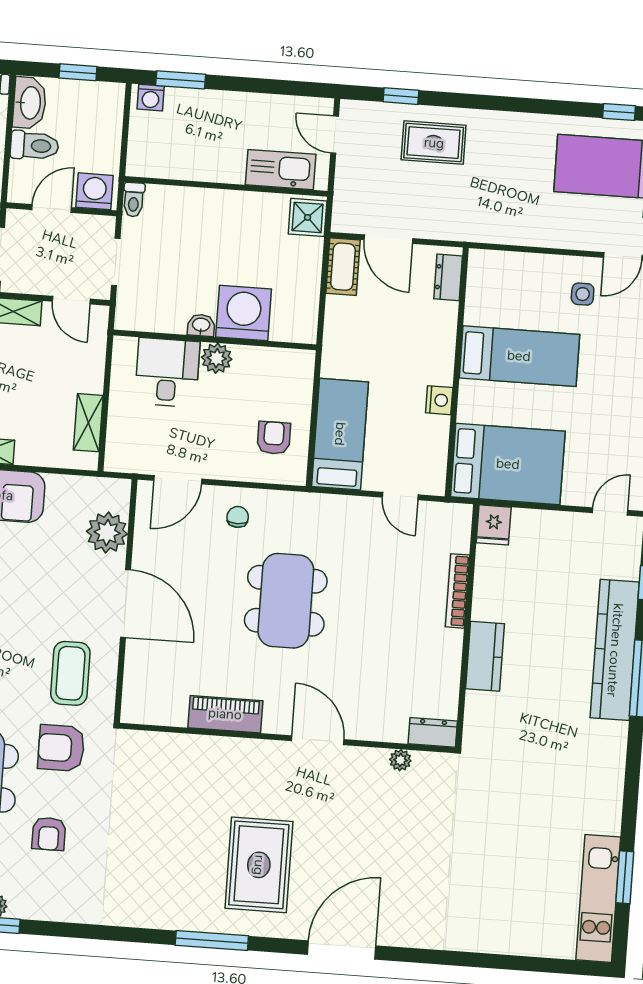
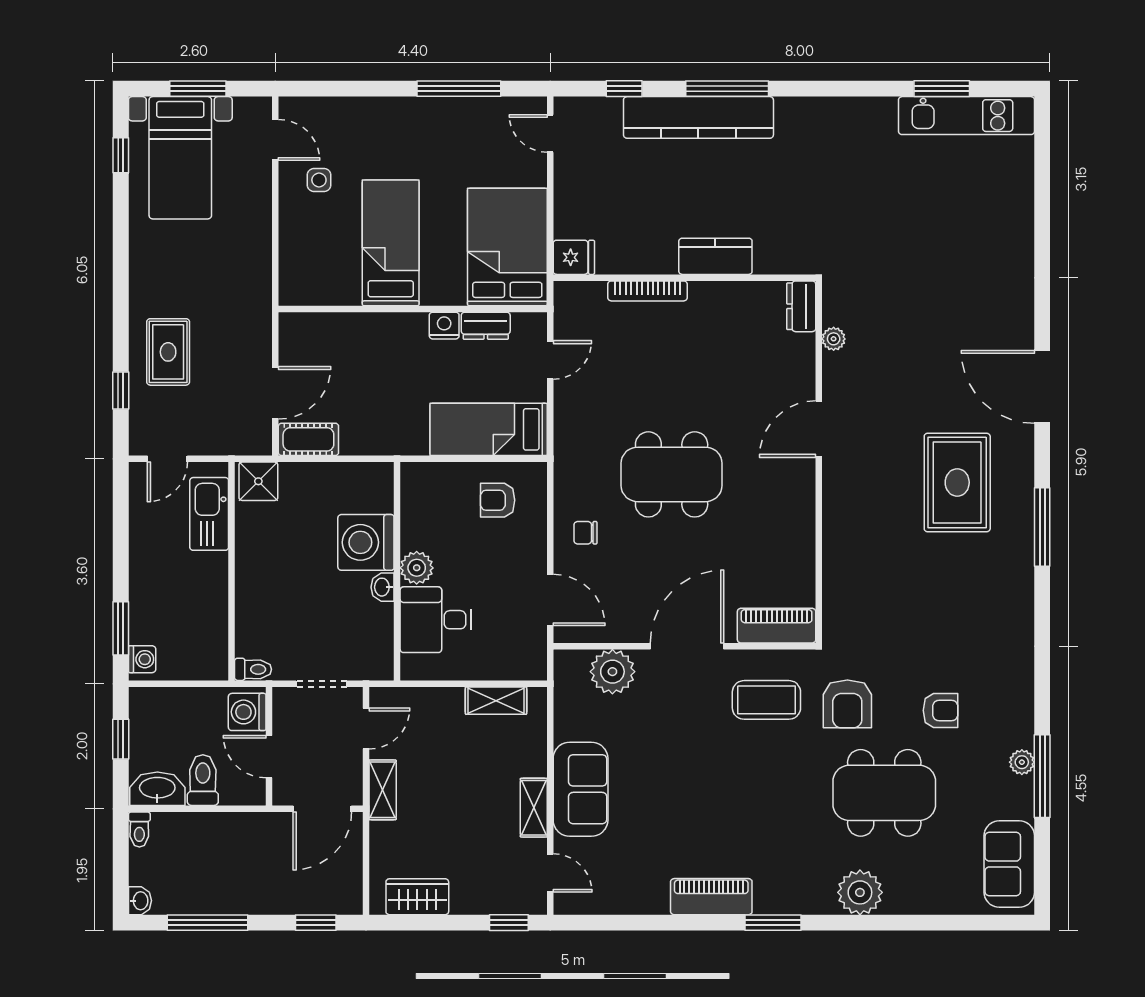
dresser: (448, 277) -> (486, 326), moved
piano: (225, 714) -> (777, 626), moved, turned 90
rug: (259, 865) -> (957, 482), turned 90

